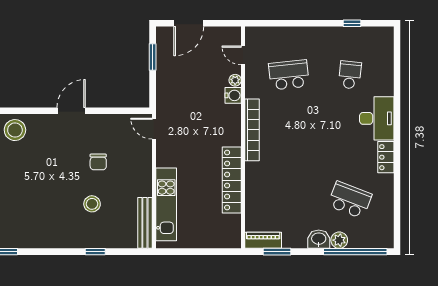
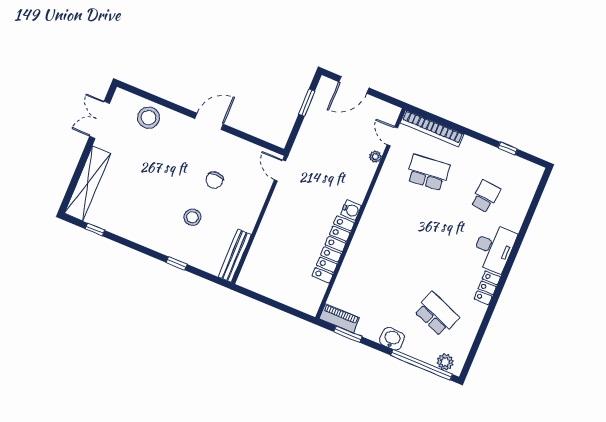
water cooler: (233, 95) -> (351, 210), moved
bookcase: (252, 130) -> (432, 128), moved, turned 90
kitchen unit: (166, 204) -> (262, 247), removed
plant: (339, 240) -> (445, 362), moved

